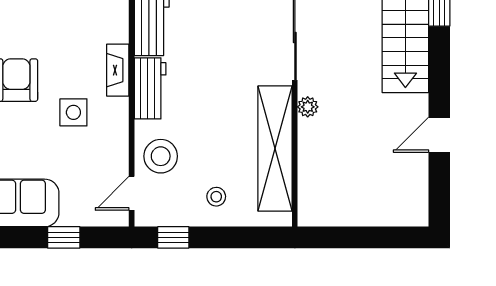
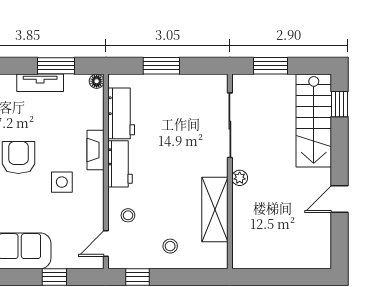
shelving: (275, 149) -> (215, 209), width x0.68
stool: (161, 156) -> (128, 215), width x0.53, depth x0.53

